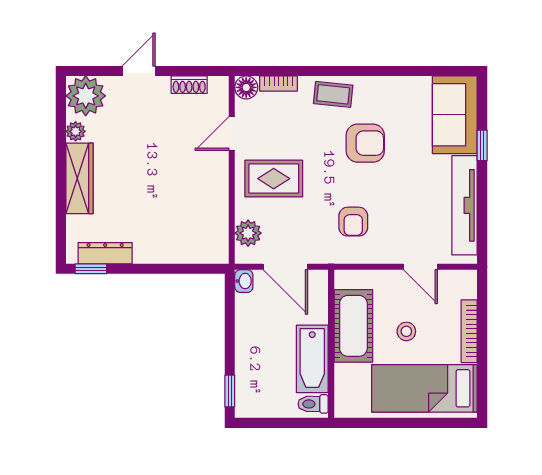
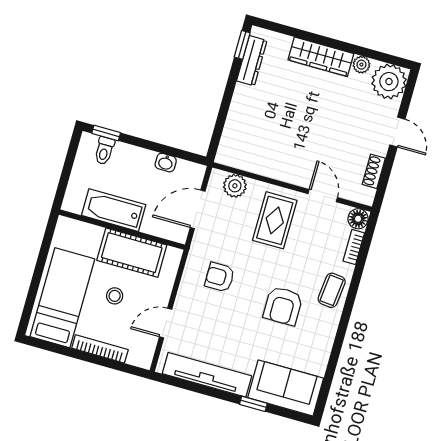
washbasin: (244, 281) -> (166, 163), moved
toilet: (313, 404) -> (104, 151), moved, turned 180

